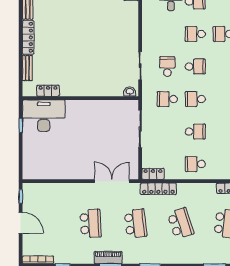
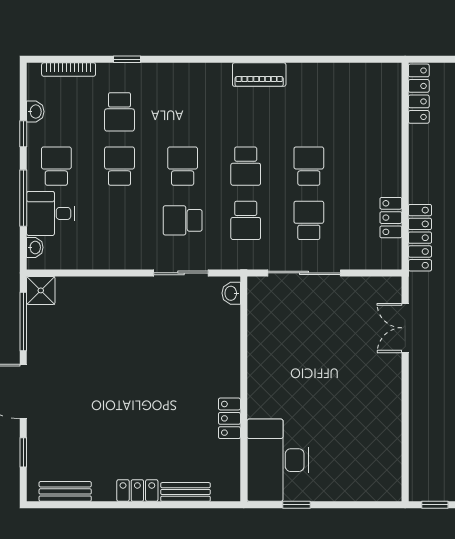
school desk: (195, 34) -> (120, 166), turned 180
locker: (28, 37) -> (137, 490), width x0.66
locker: (48, 91) -> (229, 418), moved
school desk: (195, 164) -> (309, 220), moved, turned 180
locker: (153, 174) -> (391, 218), moved
double door: (112, 181) -> (405, 328), width x0.73

